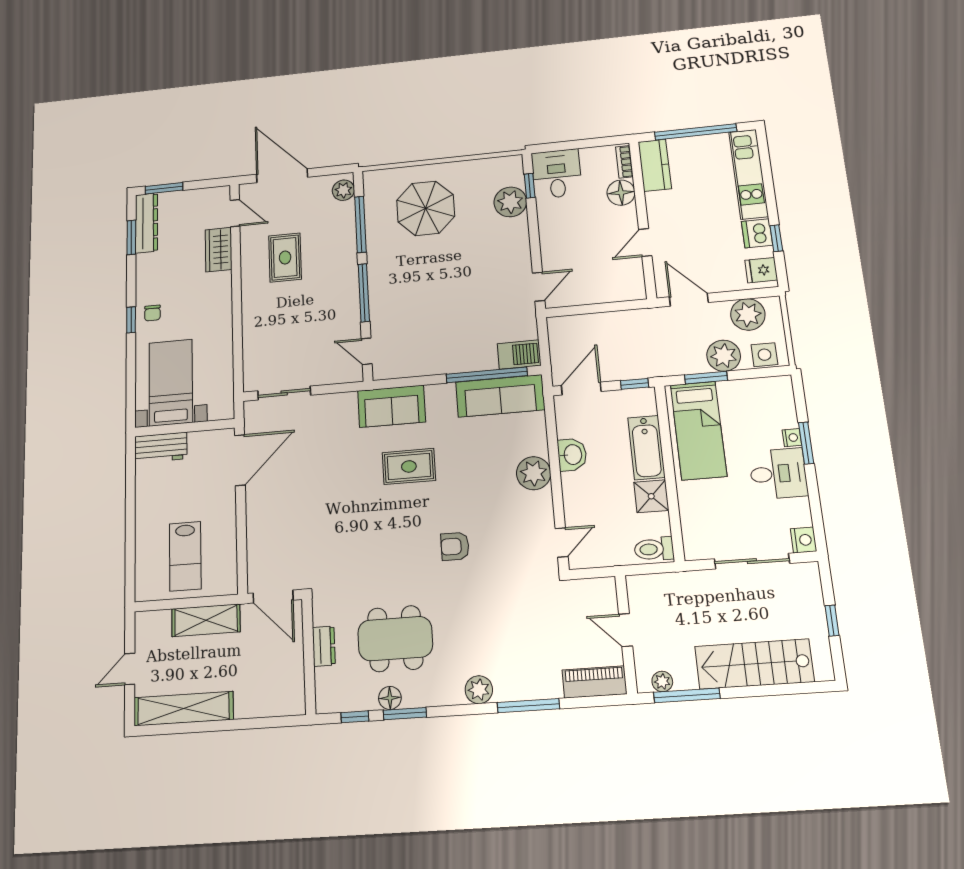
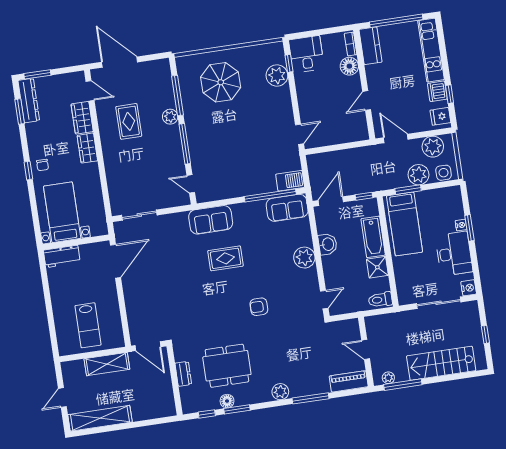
plant: (343, 190) -> (170, 117), moved
wardrobe: (220, 292) -> (87, 148), added
sofa: (500, 396) -> (287, 208), width x0.73
desk: (778, 474) -> (454, 254), width x1.37

